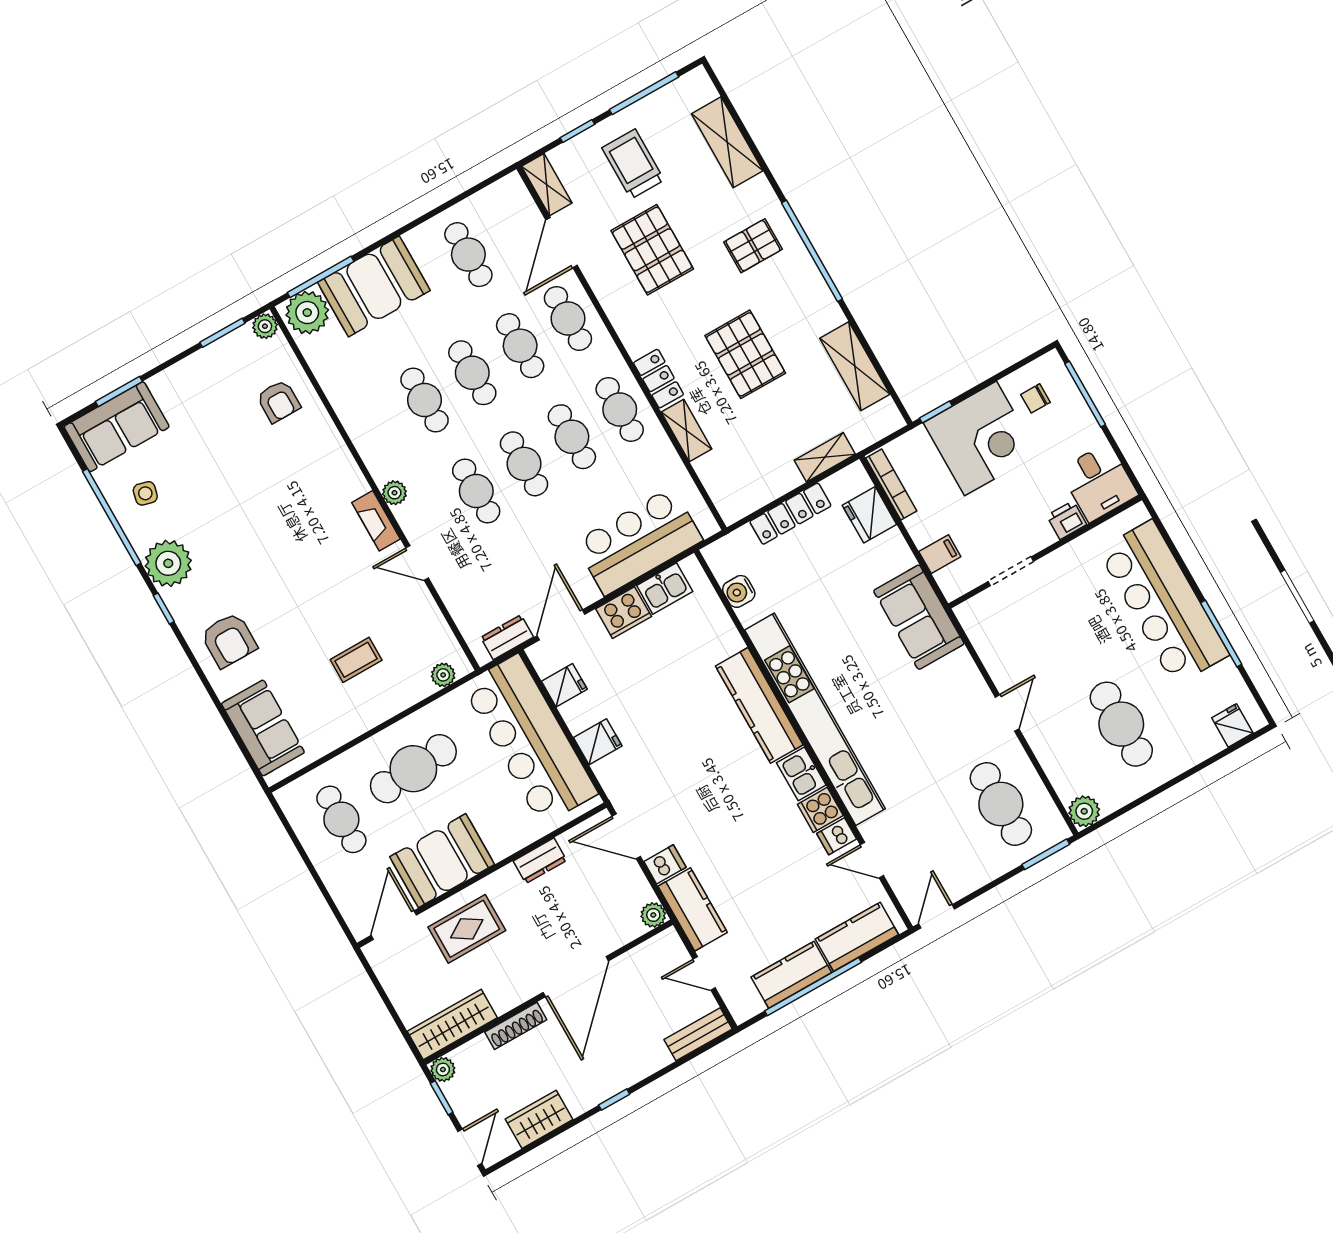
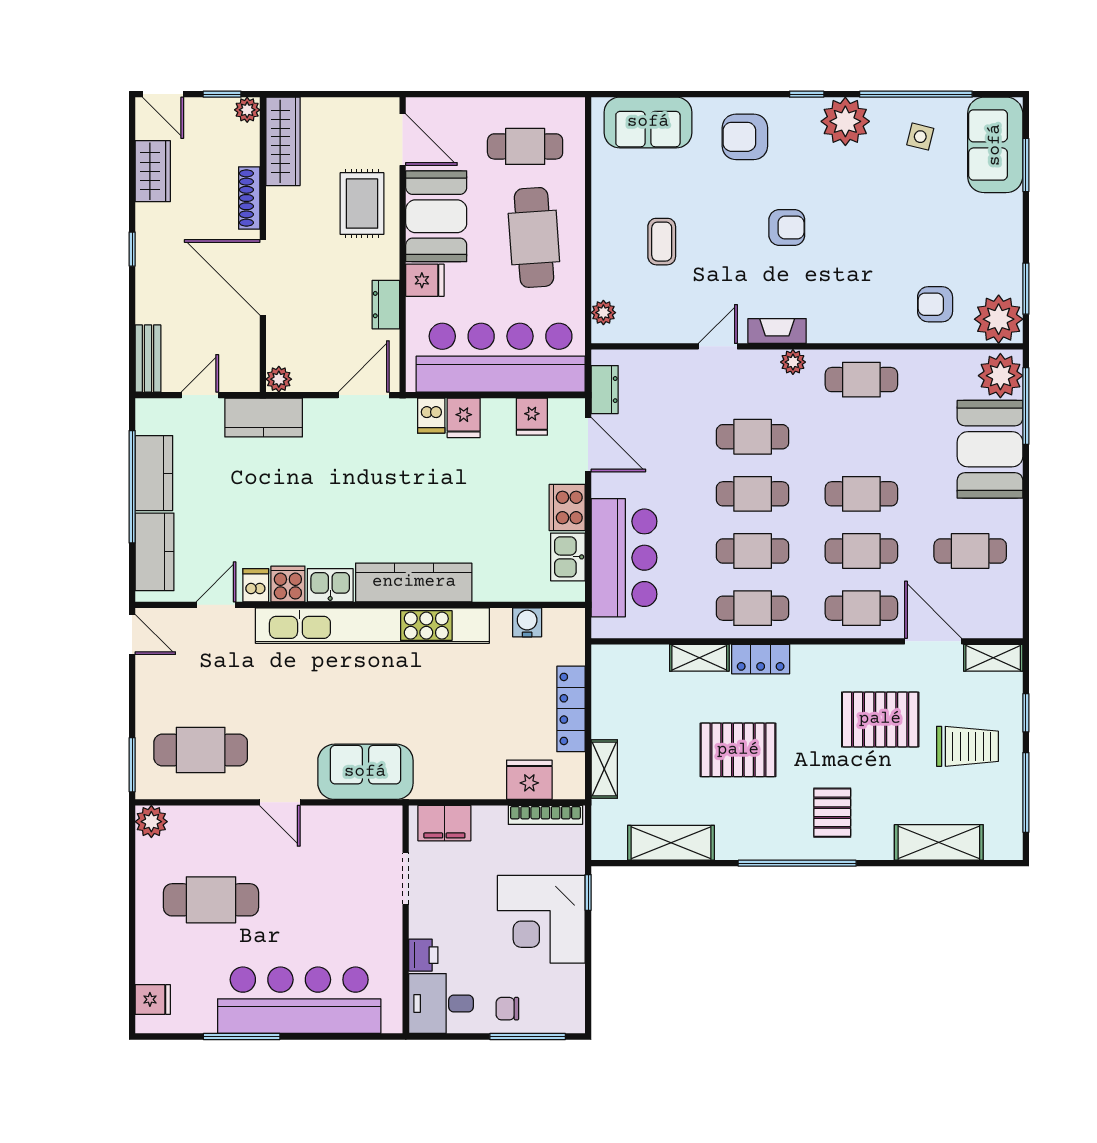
plant: (265, 326) -> (999, 319), width x1.88, depth x1.88
chair: (1035, 398) -> (507, 1009), moved, turned -90
cafe table: (424, 400) -> (861, 380), moved
filing cabinet: (940, 554) -> (444, 823), width x2.00
armchair: (285, 562) -> (787, 228), added
sofa: (919, 617) -> (365, 772), moved
fridge: (501, 840) -> (425, 280), added
dishwasher: (665, 864) -> (431, 416), moved

